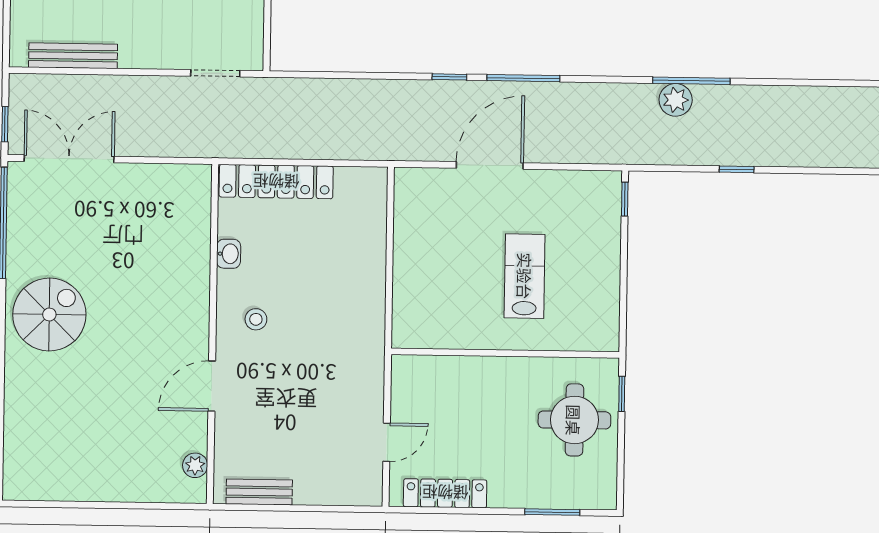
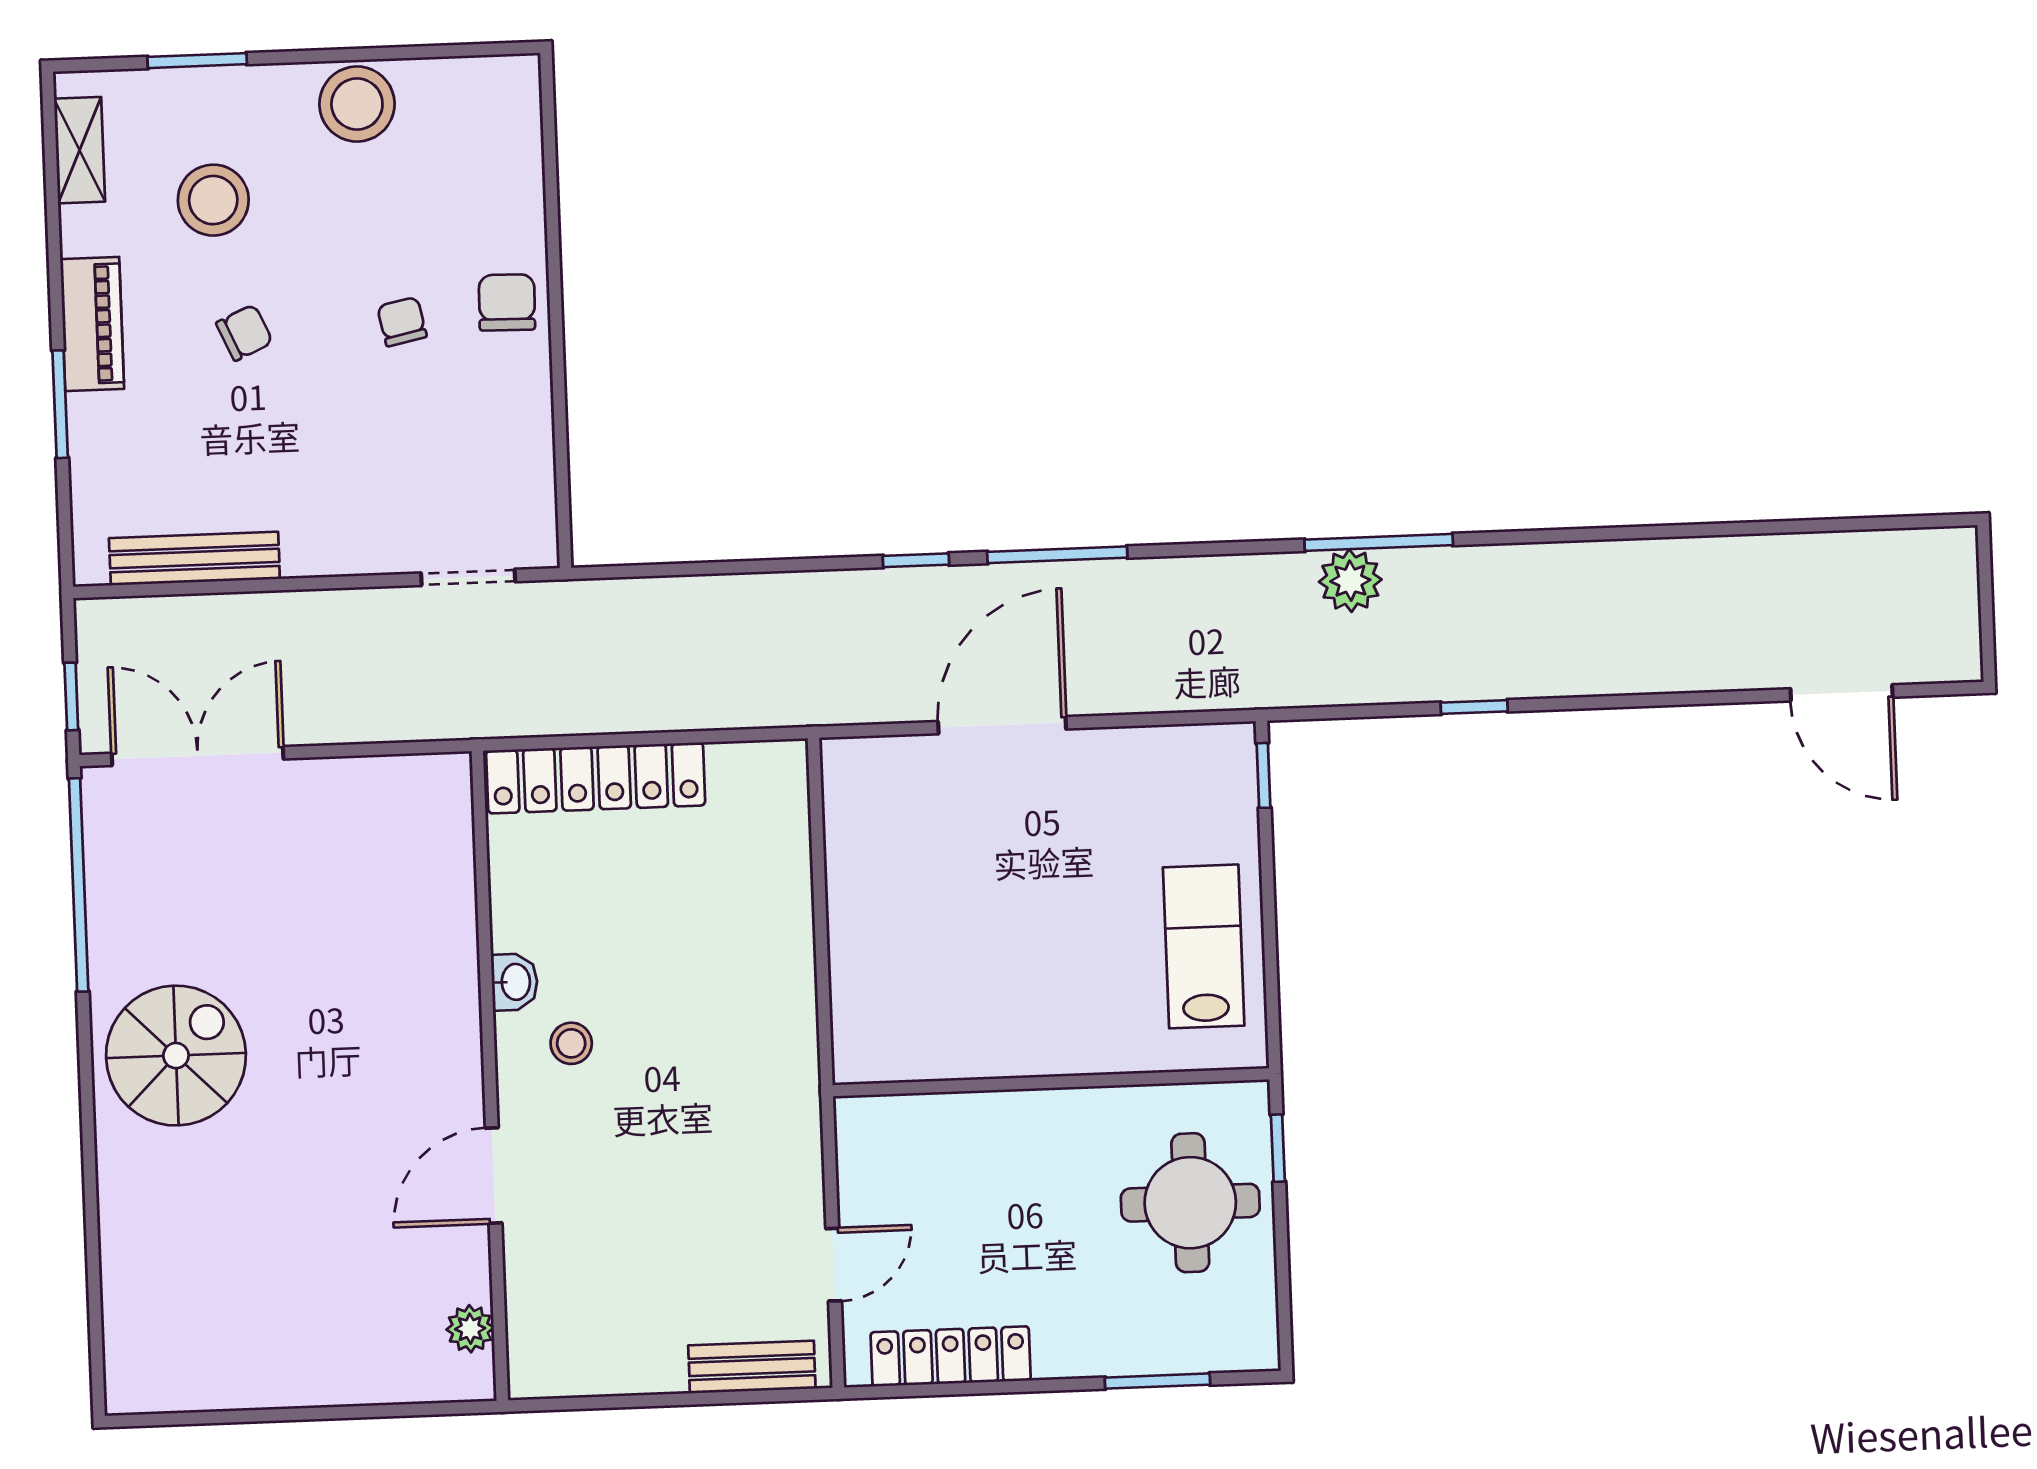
washbasin: (229, 254) -> (515, 982), moved
lab bench: (525, 276) -> (1204, 946), moved
bench: (259, 492) -> (752, 1367), moved

